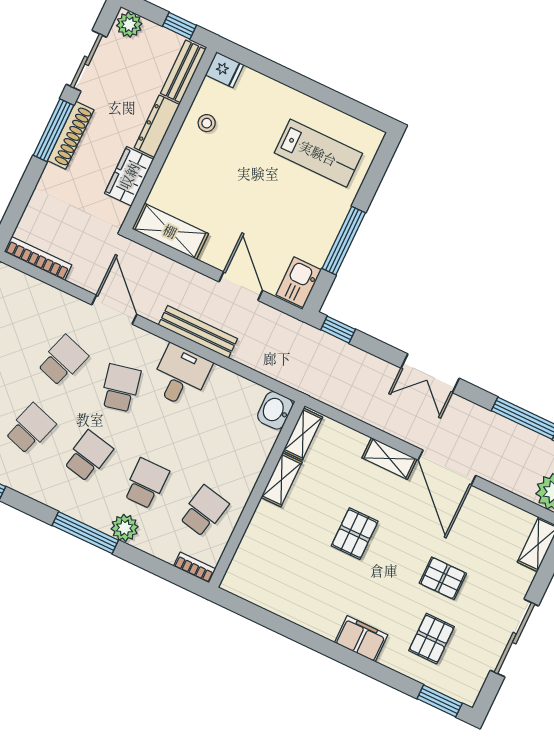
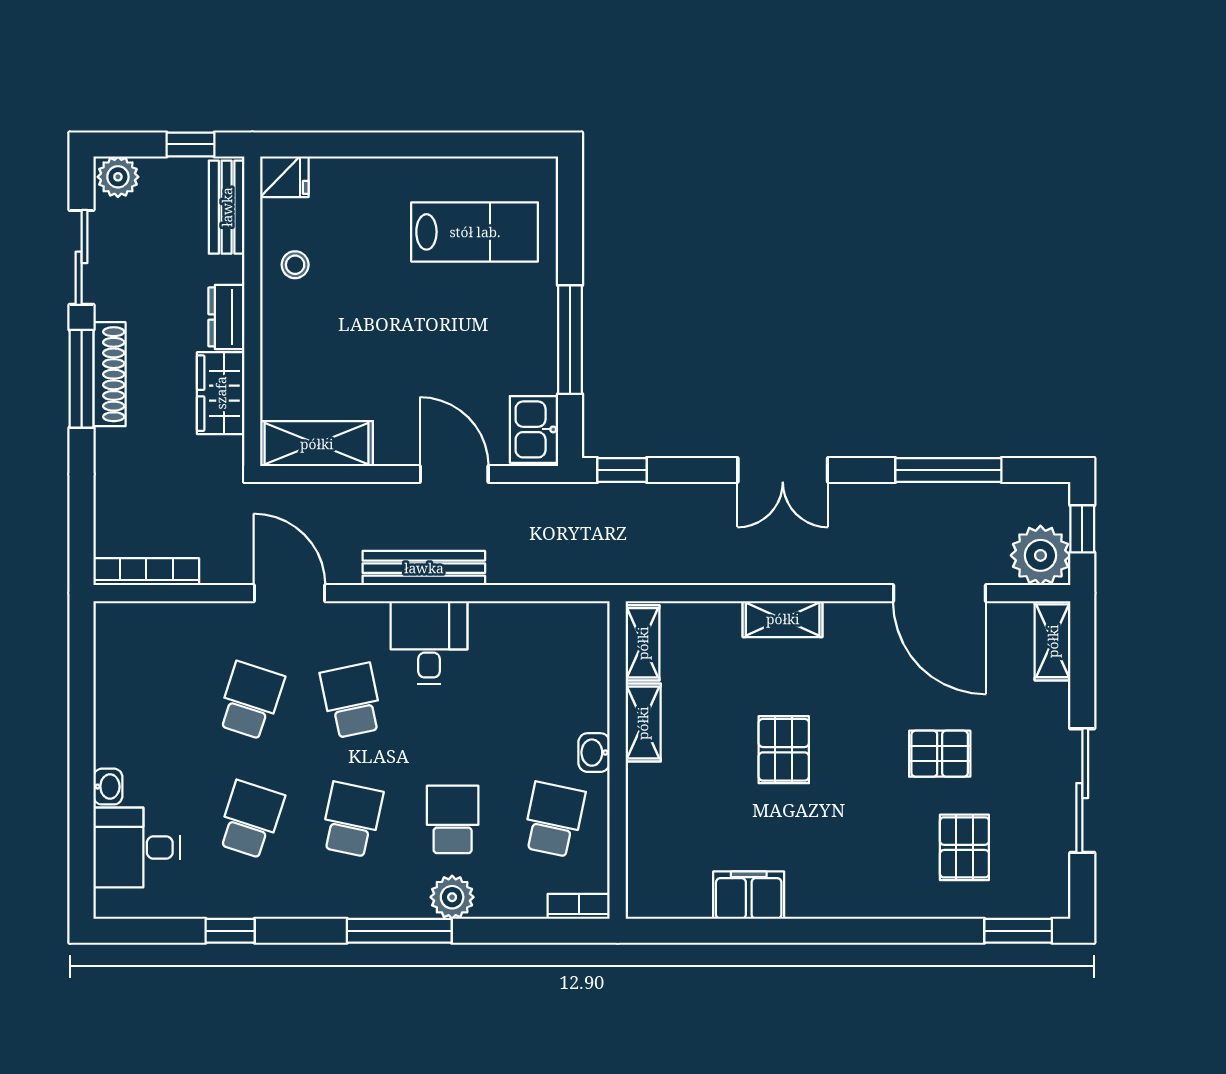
dresser: (157, 126) -> (226, 317), width x0.70
washbasin: (275, 410) -> (594, 753), moved, width x0.72, depth x0.69
door: (447, 468) -> (940, 593), moved
filing cabinet: (361, 639) -> (749, 895), moved

